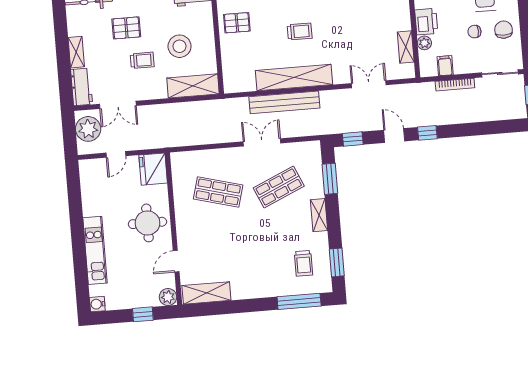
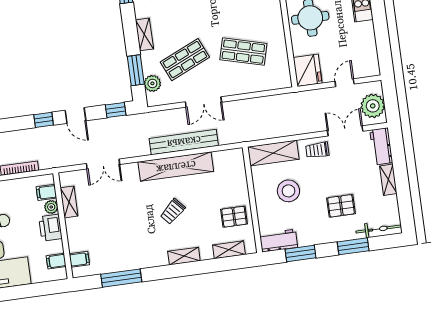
trolley: (300, 32) -> (173, 211), turned -42
trolley: (142, 60) -> (317, 150), moved
filing cabinet: (445, 66) -> (46, 192), moved, turned 90
plant: (313, 164) -> (152, 83), added

